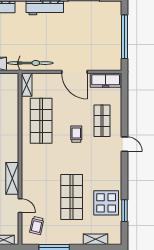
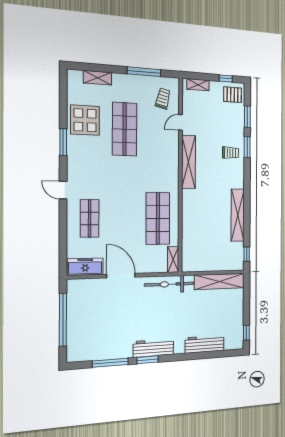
trolley: (76, 134) -> (119, 203), removed
shelving: (12, 178) -> (189, 162), width x1.47
door: (20, 206) -> (181, 122), hinge flipped
window: (124, 211) -> (63, 142), moved

